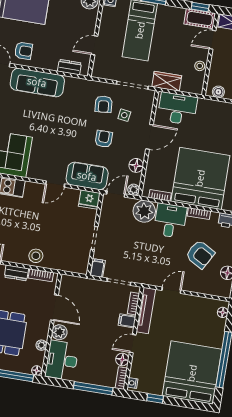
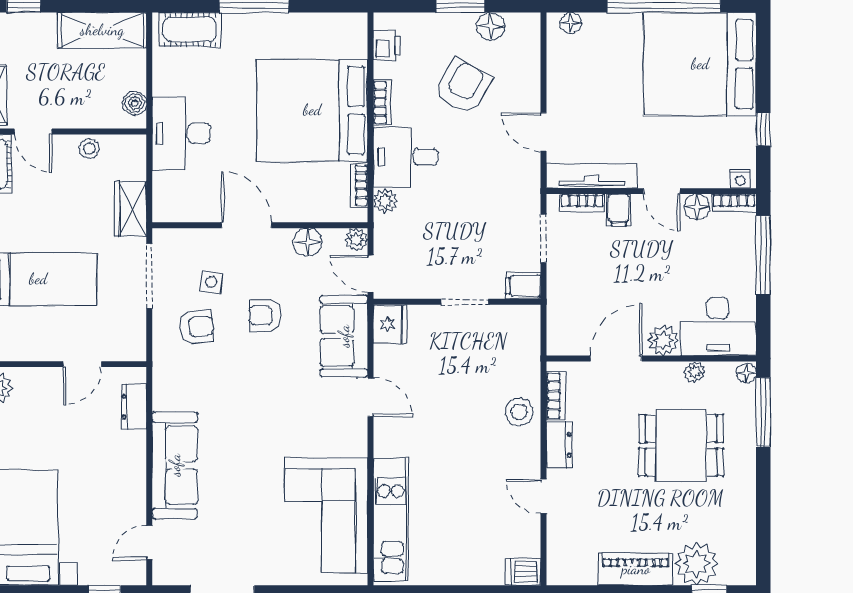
door: (94, 45) -> (82, 364), hinge flipped
armchair: (24, 51) -> (116, 503), removed
desk: (177, 109) -> (181, 133), moved
plant: (144, 211) -> (385, 201), width x0.53, depth x0.53

